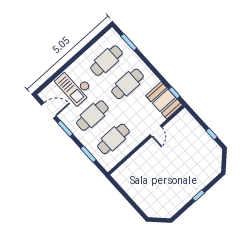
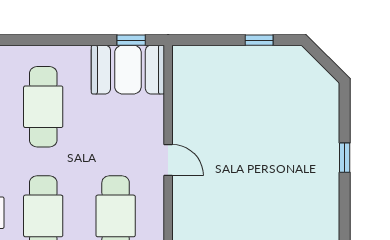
door: (156, 131) -> (168, 160), moved

